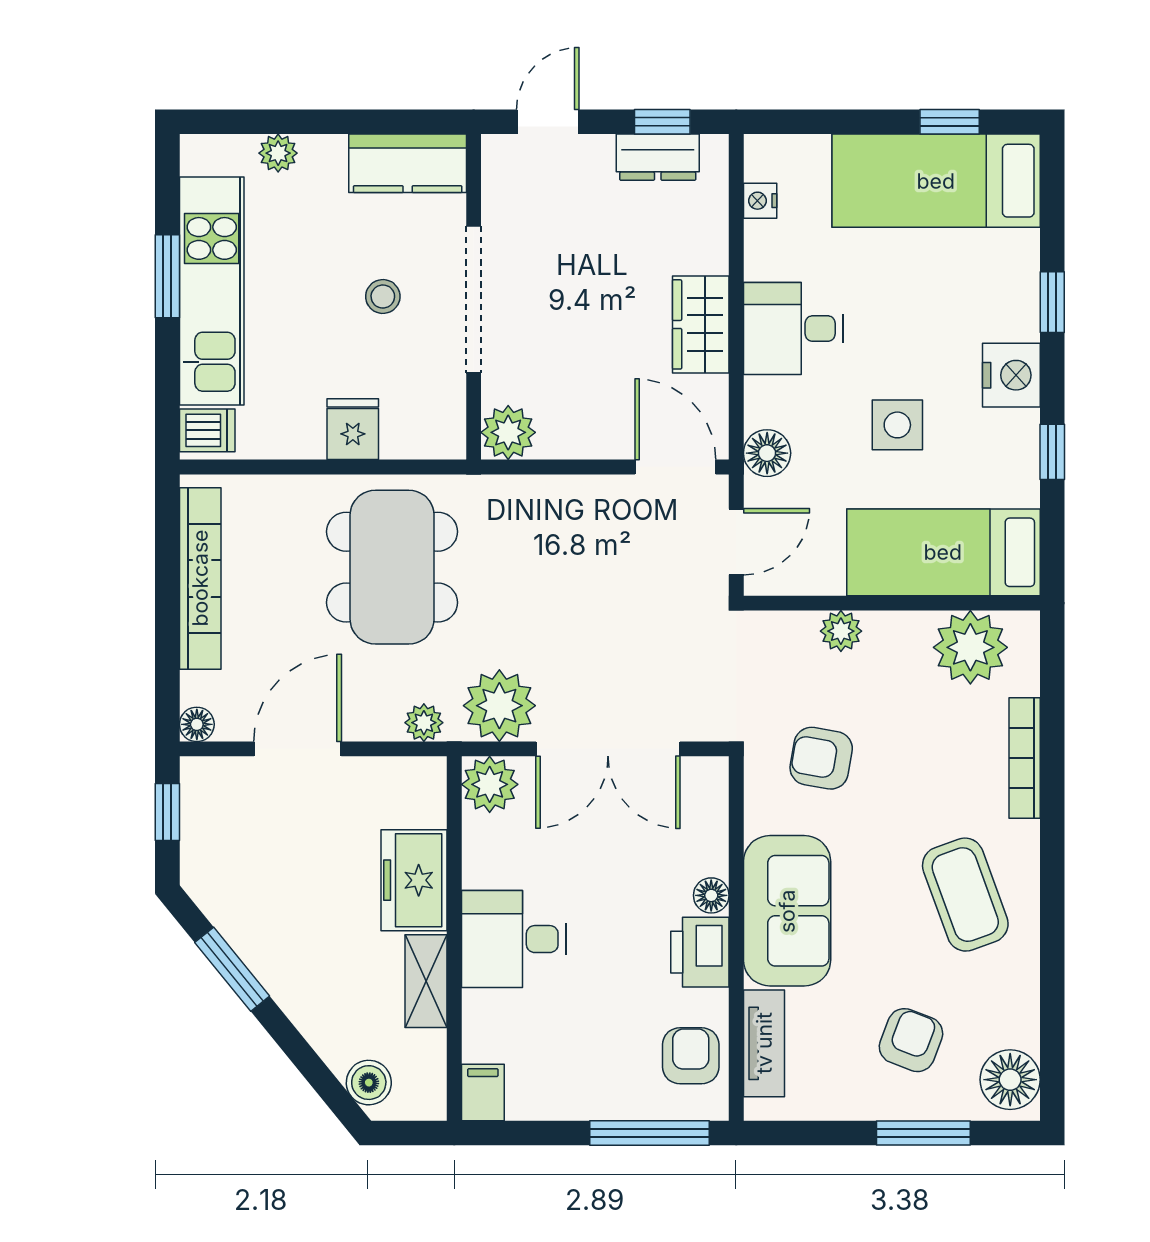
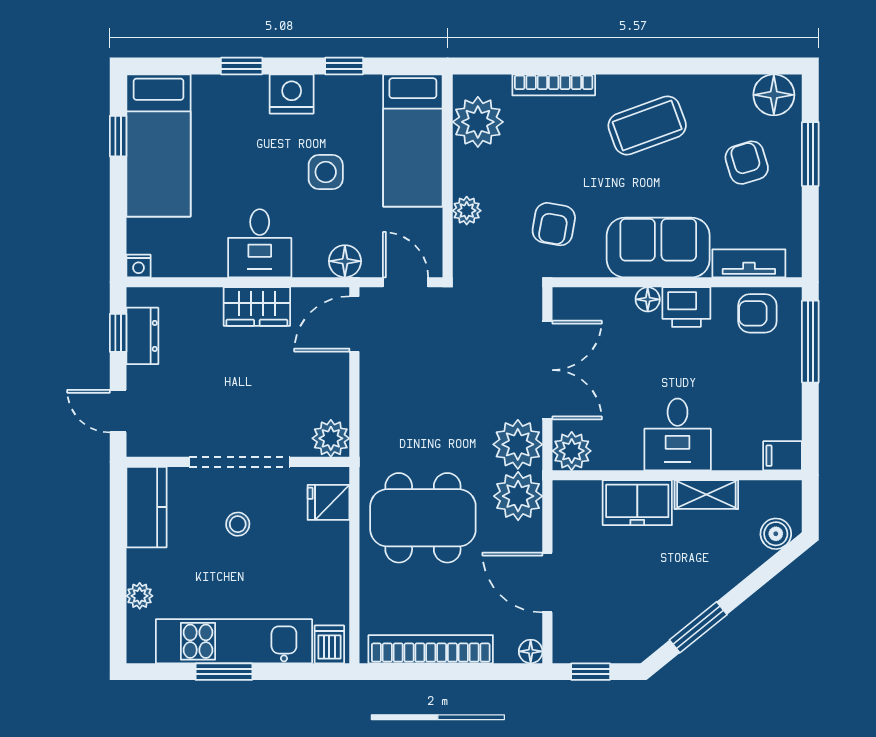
nightstand: (760, 201) -> (139, 266), moved
fridge: (353, 429) -> (329, 502), moved
plant: (424, 723) -> (518, 496), width x1.88, depth x1.88
armchair: (911, 1040) -> (747, 163), turned 52

